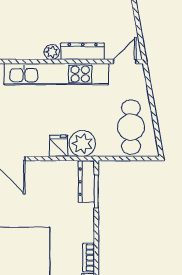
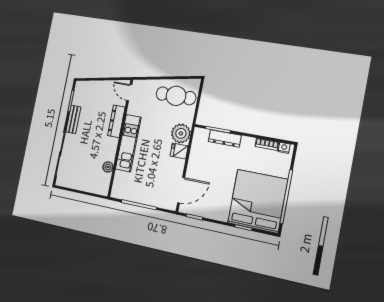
plant: (52, 52) -> (108, 167), moved
kitchen unit: (56, 74) -> (128, 143), width x0.73
dresser: (86, 182) -> (225, 138), moved

